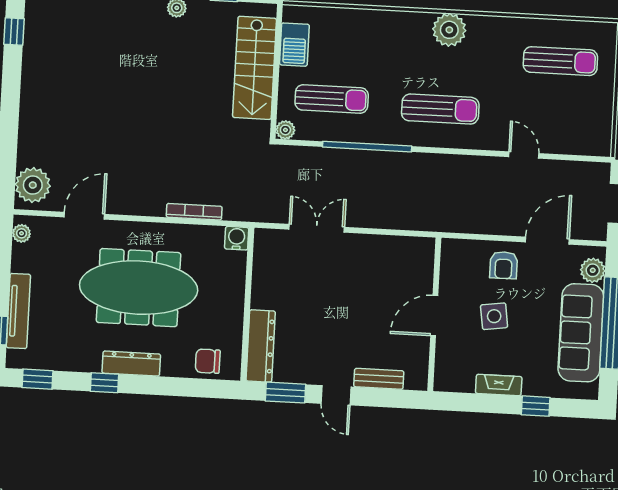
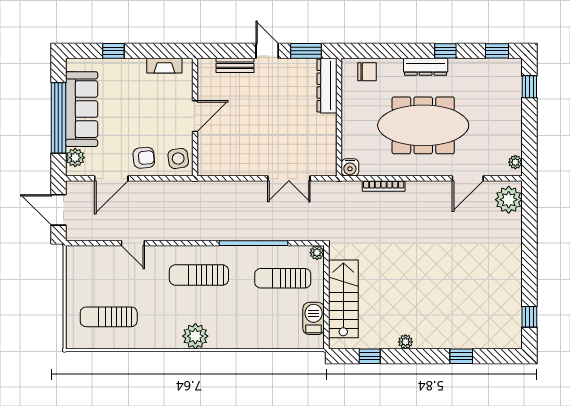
armchair: (504, 265) -> (144, 158), turned 85
tv unit: (18, 311) -> (514, 102), removed
side table: (494, 316) -> (178, 158), moved
fireplace: (499, 385) -> (164, 66), moved

